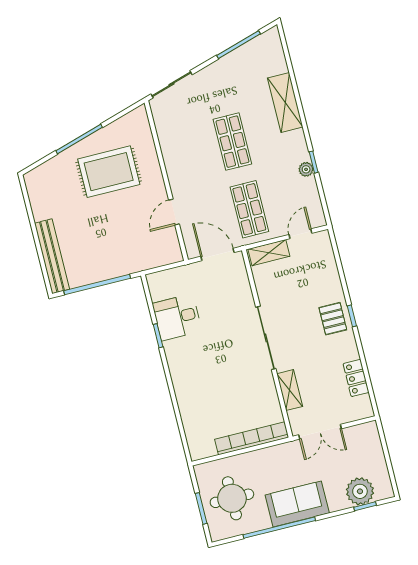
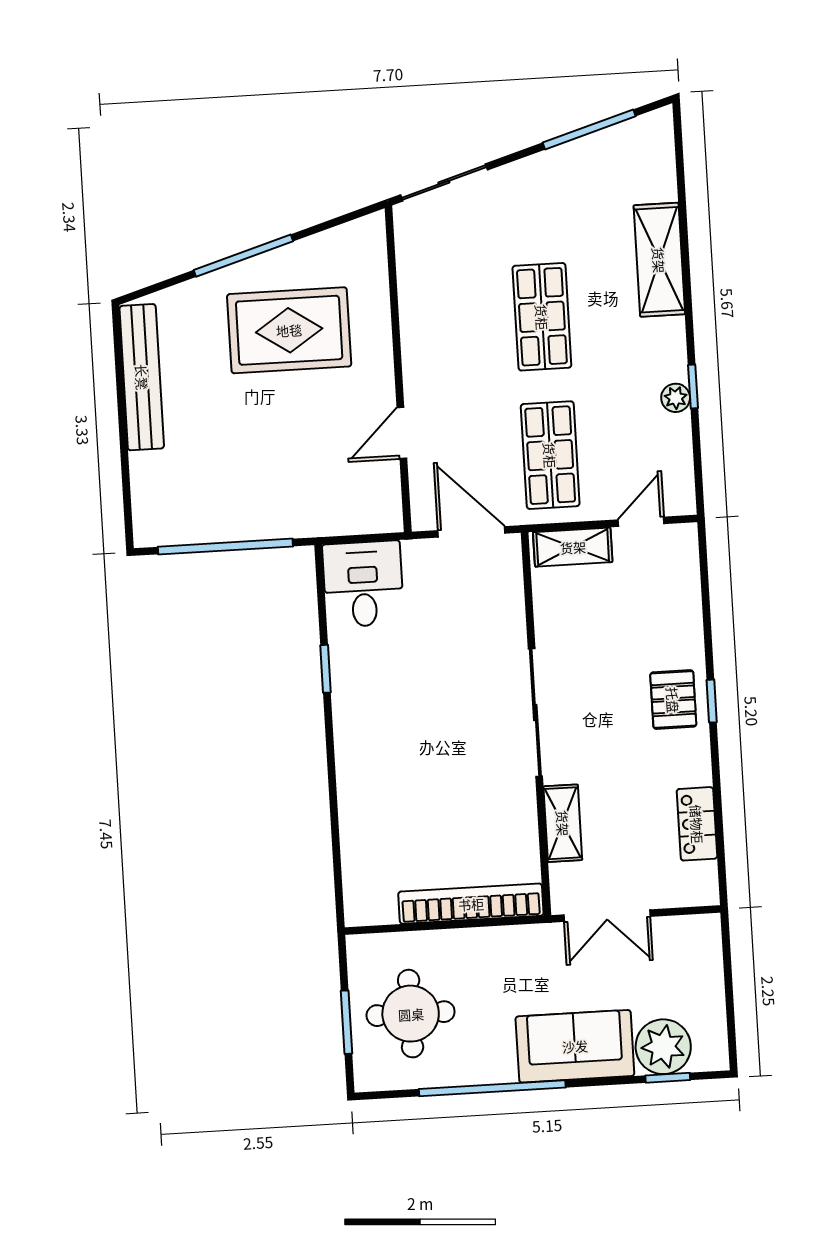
bench: (52, 256) -> (142, 377), moved
desk: (177, 317) -> (363, 584), moved, turned 90
sofa: (297, 504) -> (575, 1046), moved

